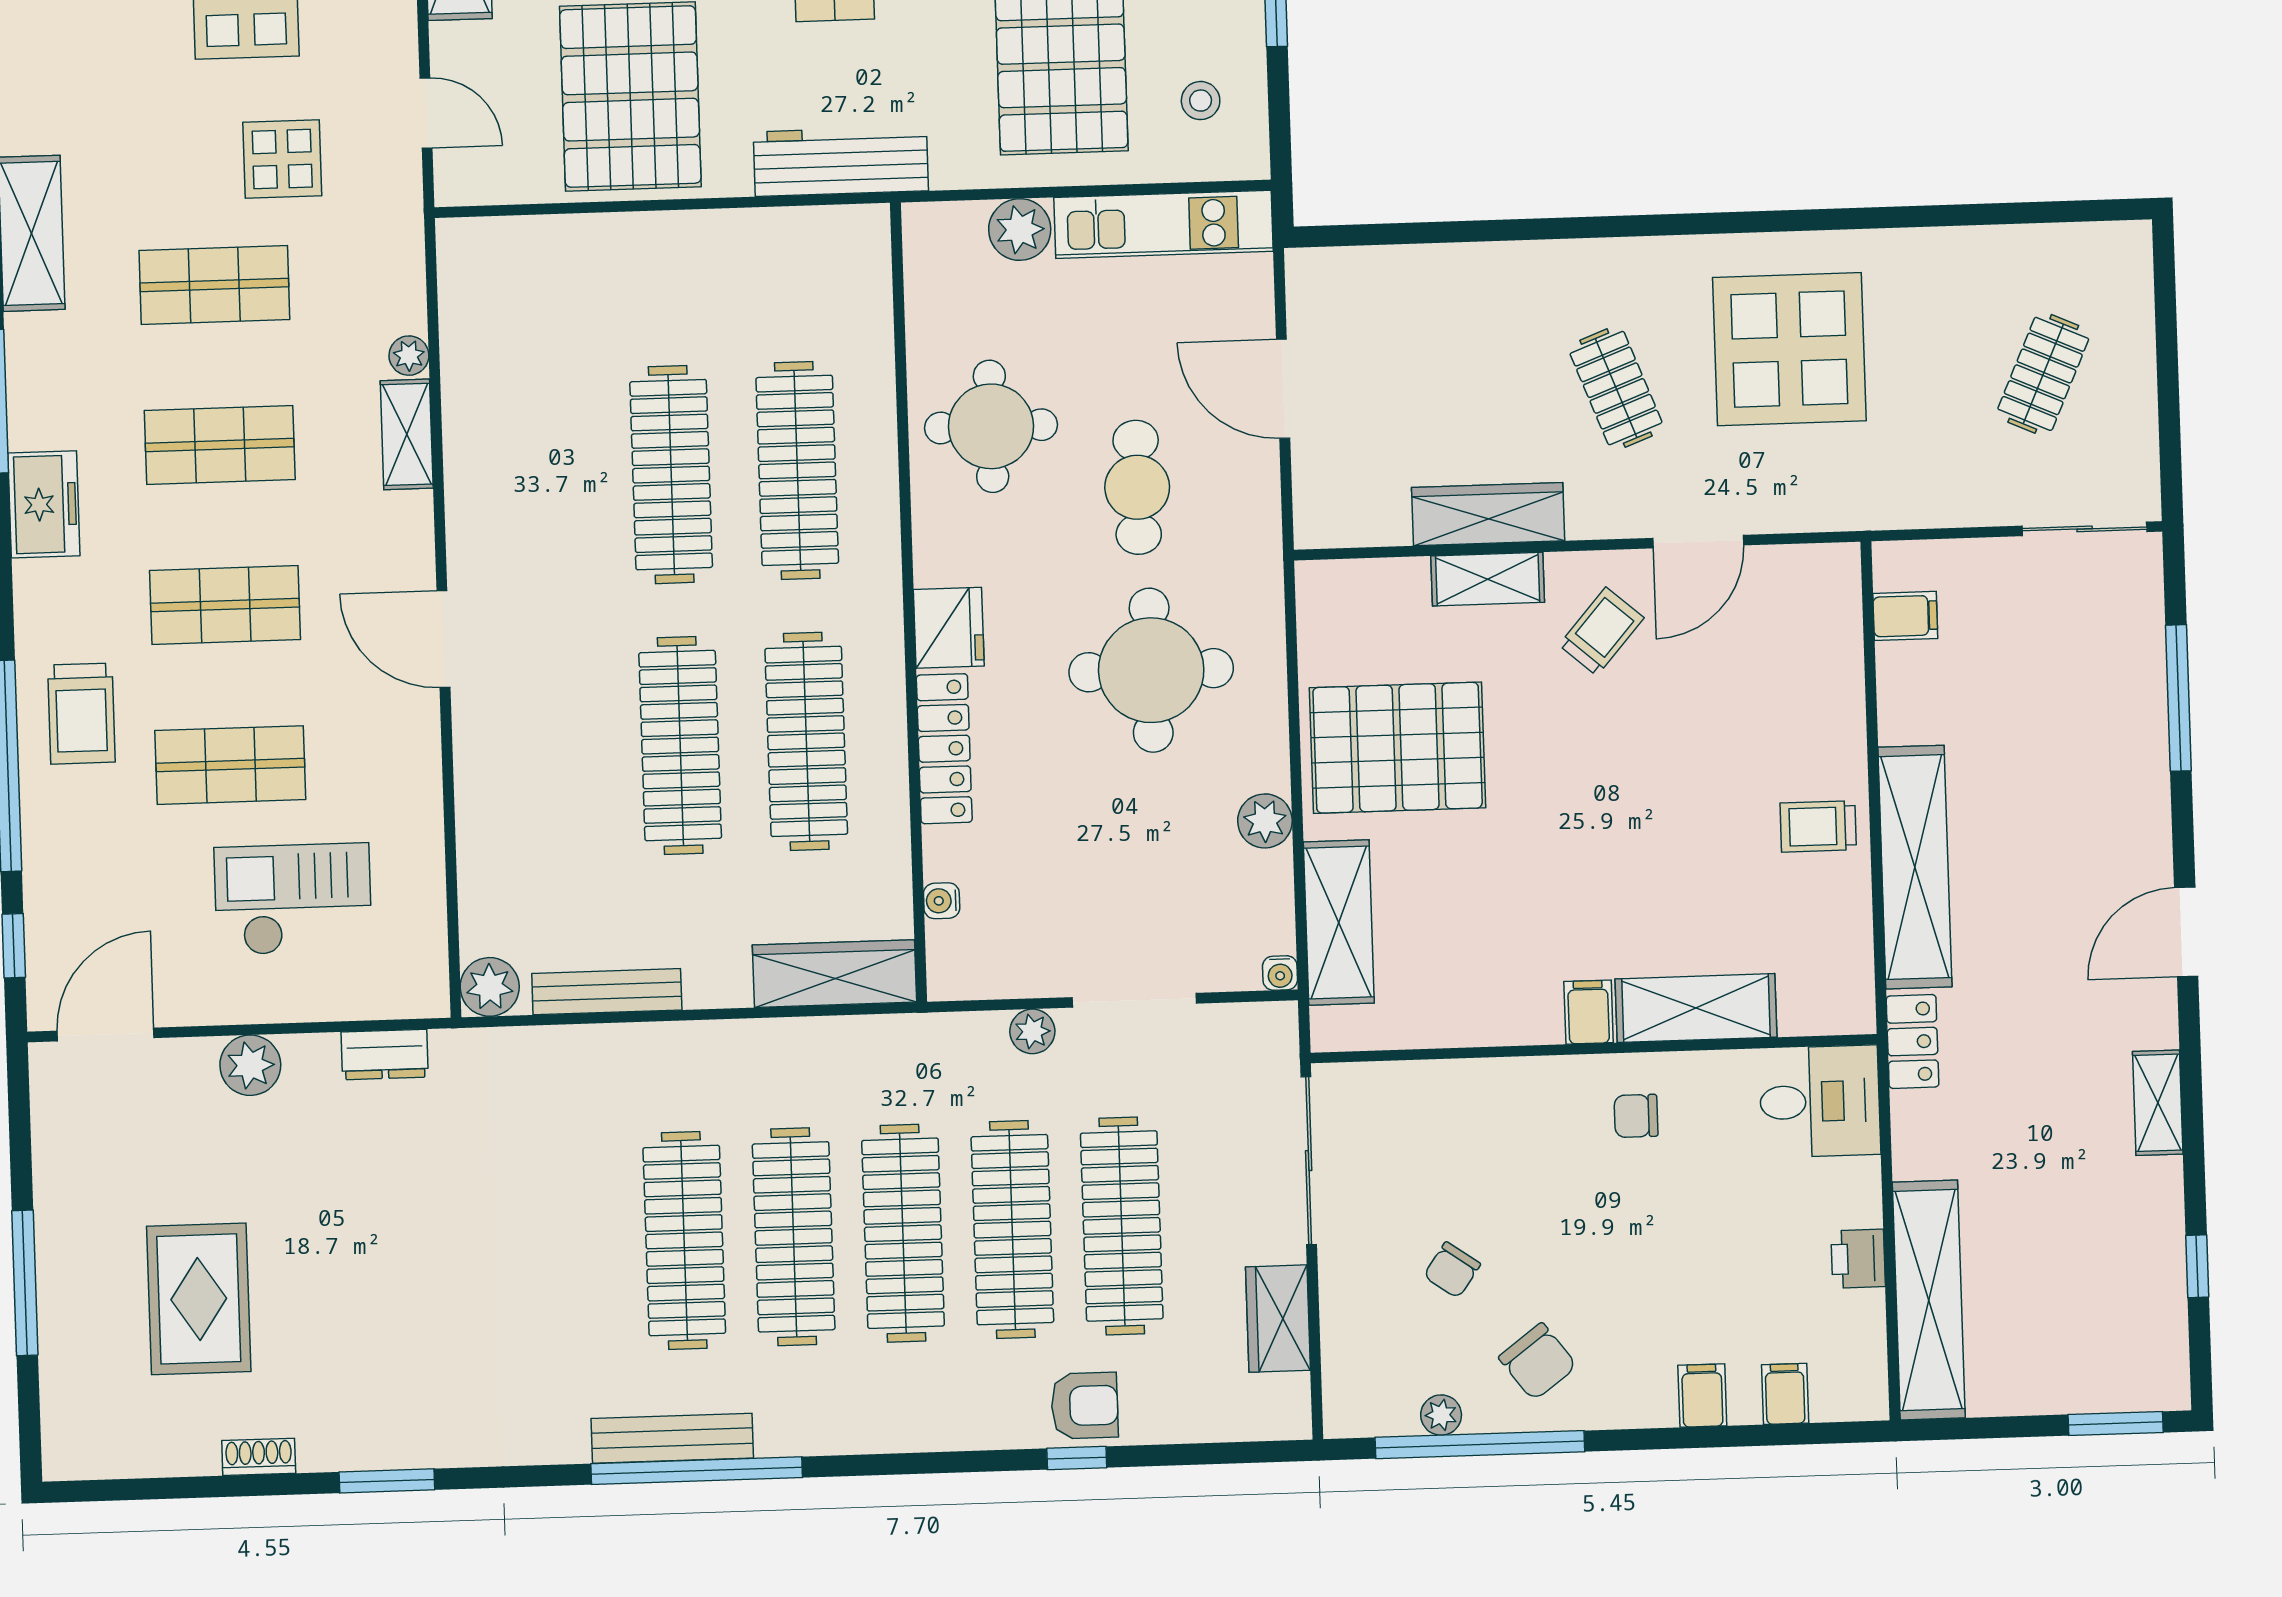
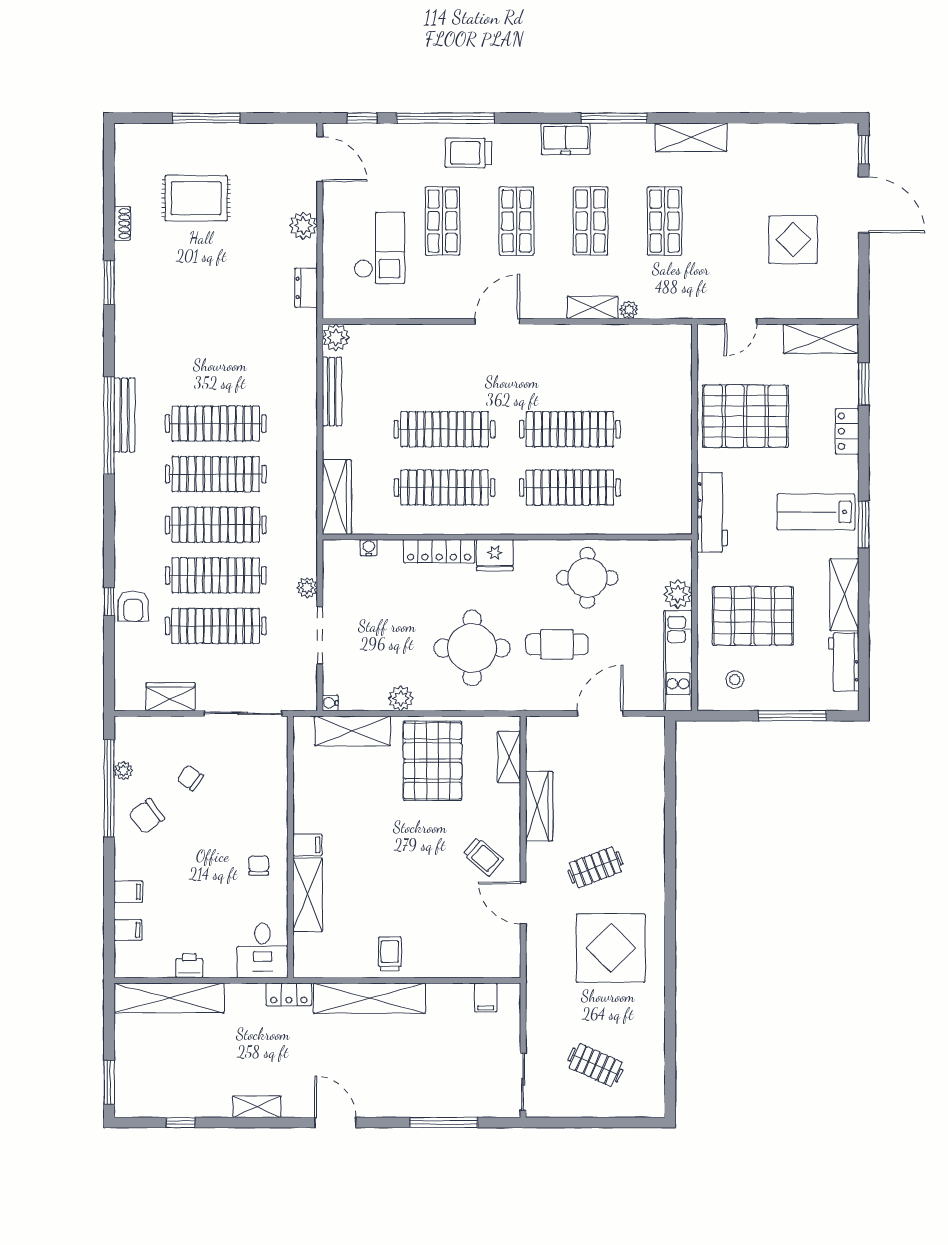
display table: (282, 159) -> (722, 254), removed
shelving: (1488, 579) -> (509, 757), moved

